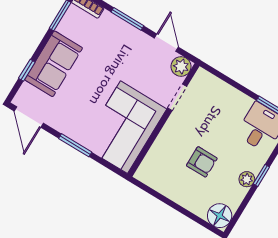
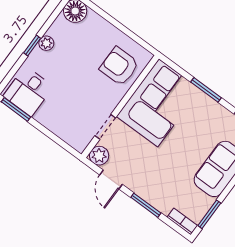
armchair: (202, 162) -> (119, 66), moved, width x1.38, depth x1.38

